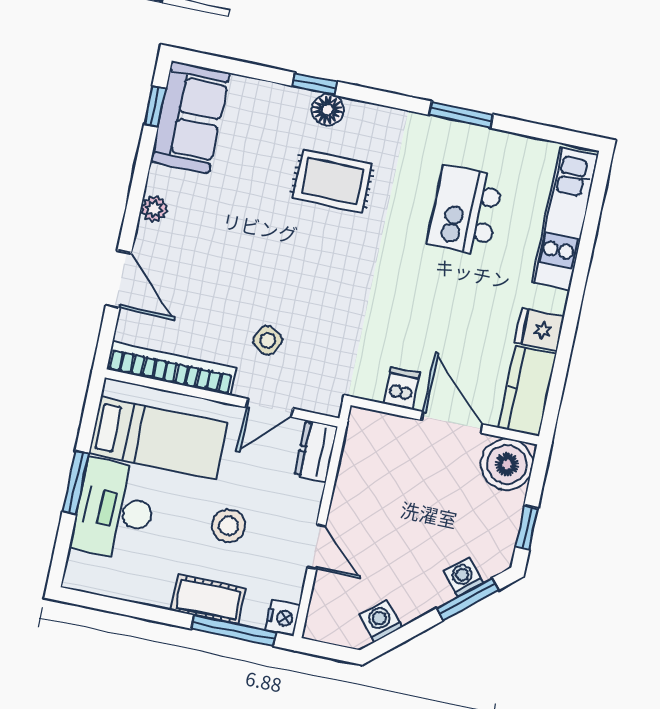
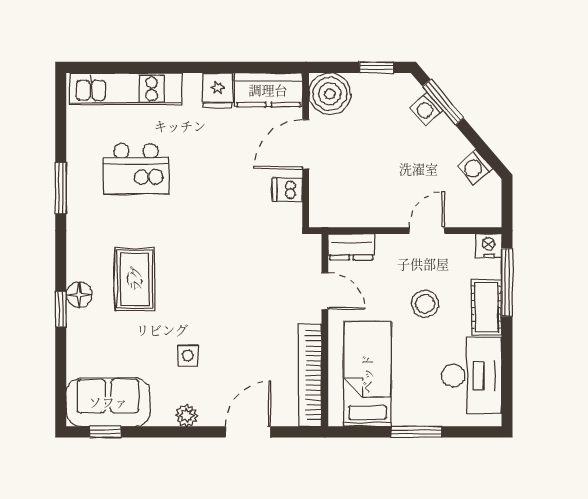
side table: (268, 340) -> (188, 355), moved, turned -33
desk: (115, 510) -> (472, 375), moved, turned -90

